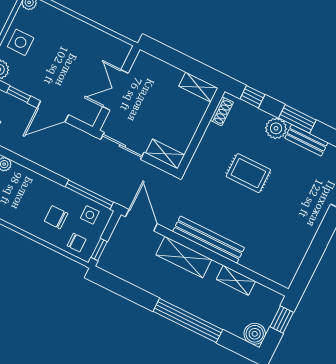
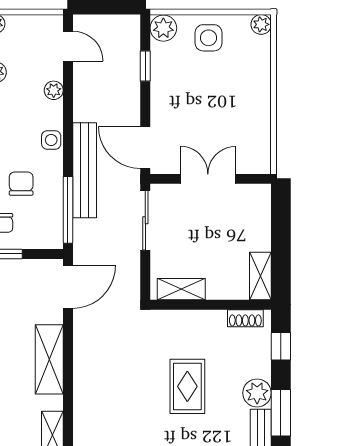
door: (53, 111) -> (145, 148), moved
shelving: (165, 154) -> (181, 289), moved, turned 90
side table: (90, 215) -> (51, 140), moved
bench: (209, 240) -> (85, 170), moved

